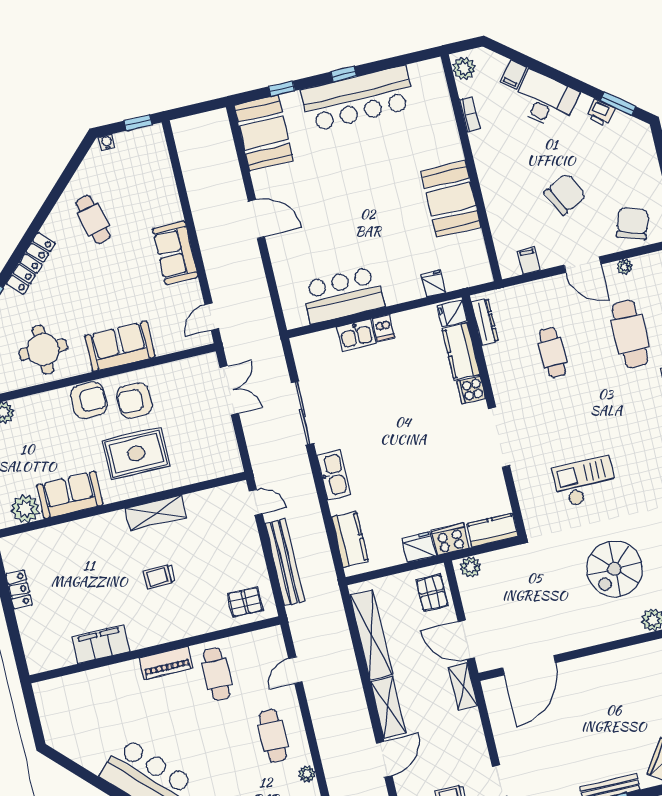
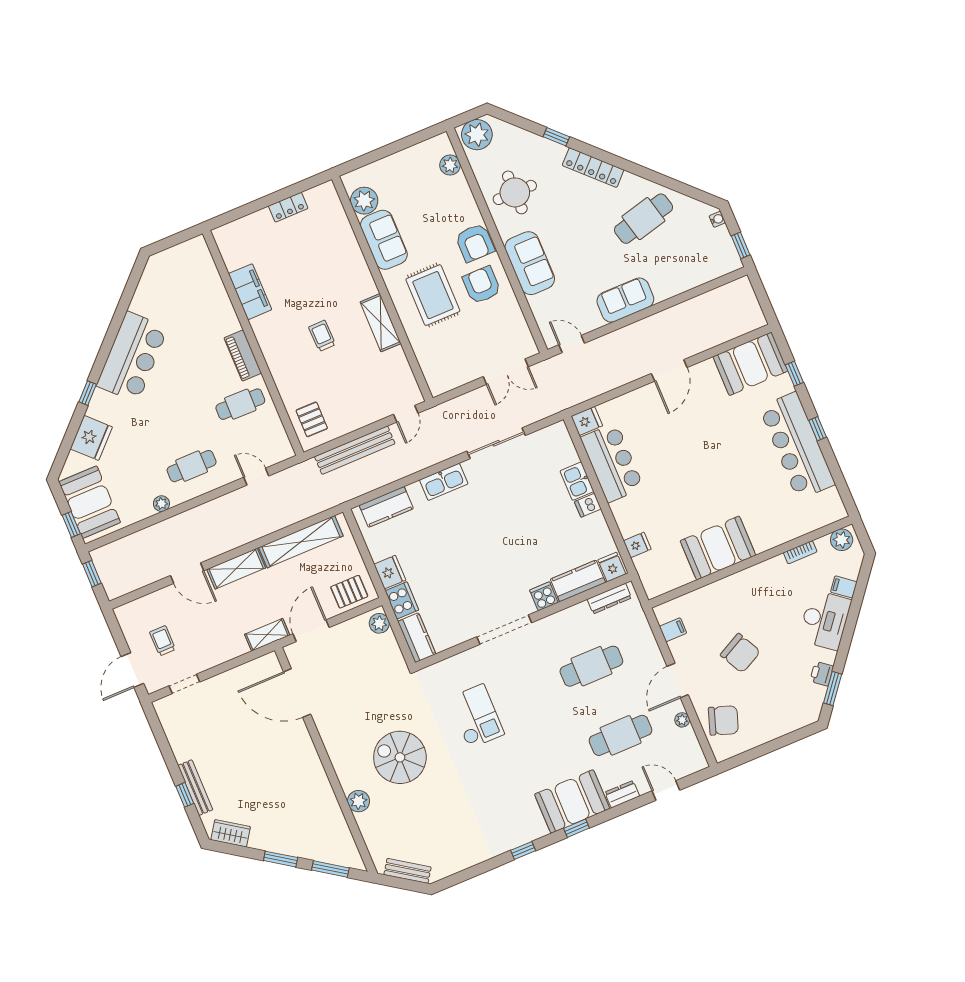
cafe table: (93, 219) -> (643, 219), width x1.37, depth x1.35
fridge: (295, 314) -> (587, 421), added
cafe table: (552, 352) -> (591, 666), width x1.37, depth x1.35

